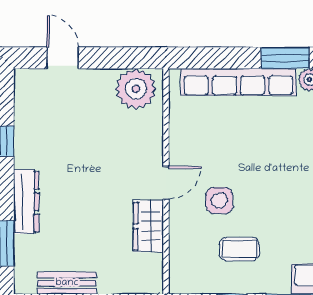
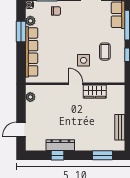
plant: (136, 89) -> (30, 97), width x0.53, depth x0.53
dresser: (26, 202) -> (60, 145), moved

